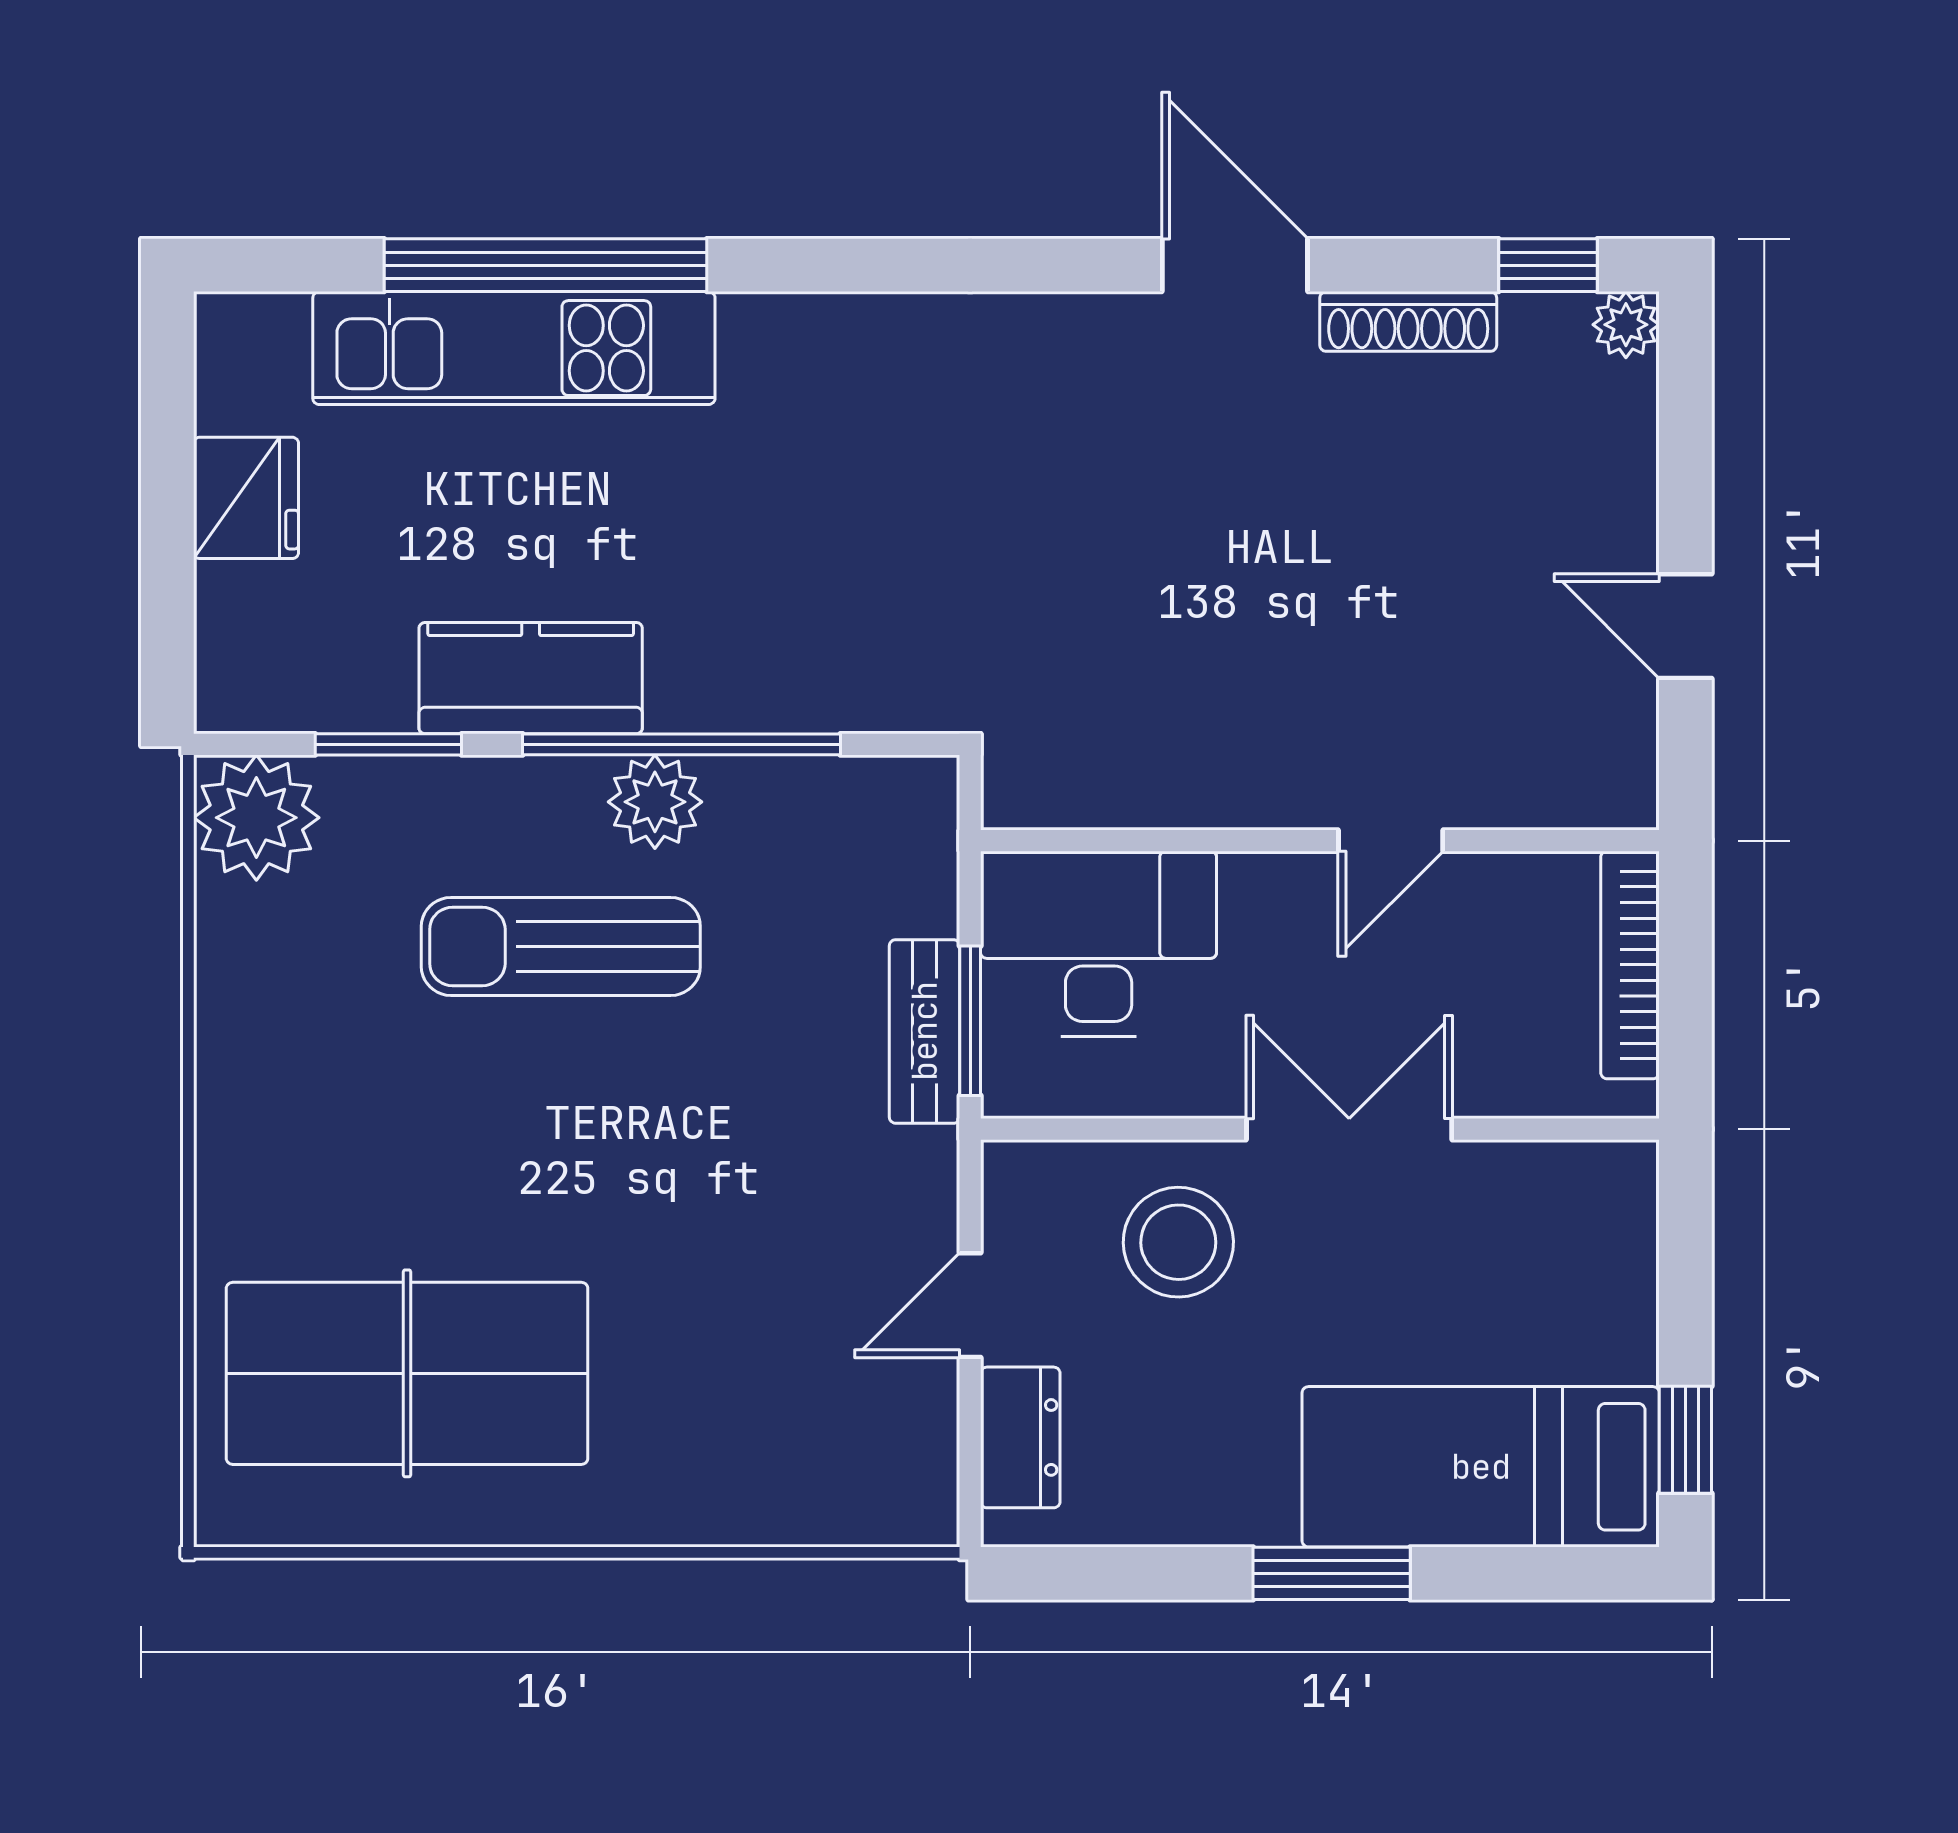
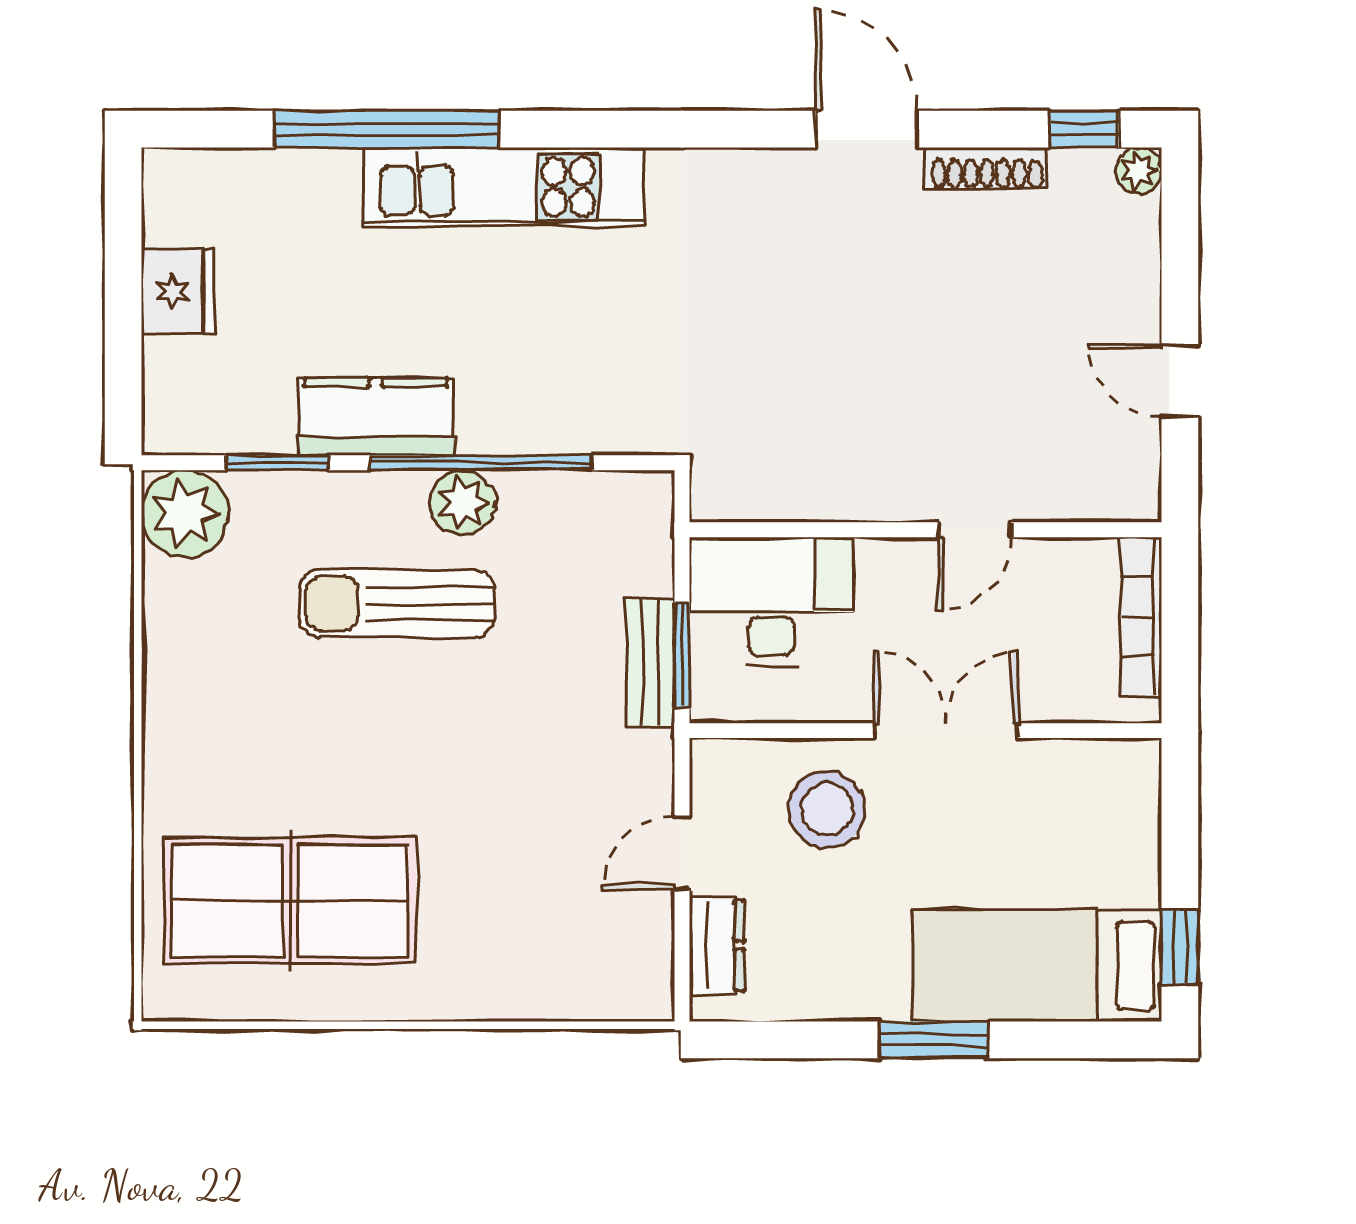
kitchen unit: (514, 348) -> (504, 187), moved

